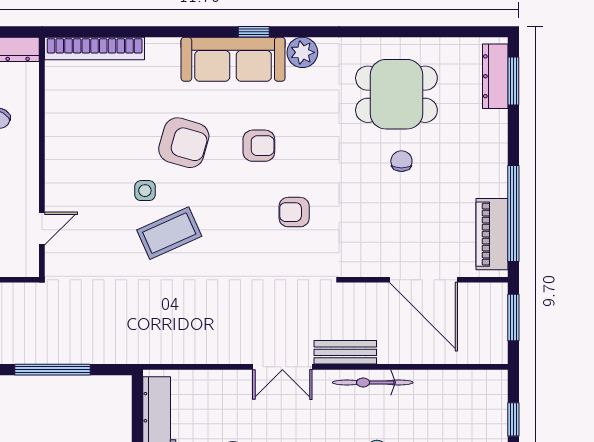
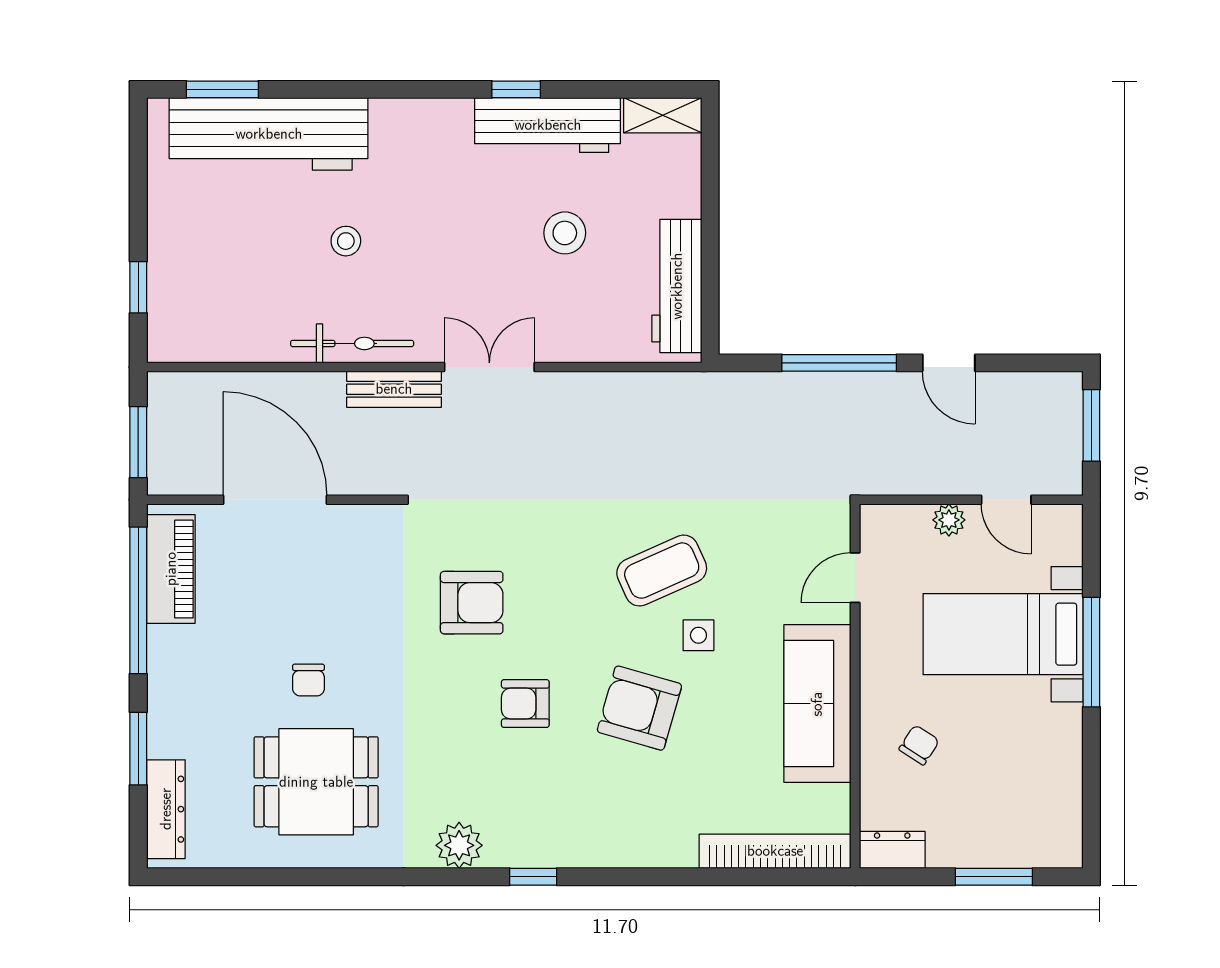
sofa: (233, 59) -> (817, 704), moved, turned -90
window: (513, 81) -> (138, 749), moved
armchair: (294, 212) -> (472, 603), width x1.38, depth x1.38

